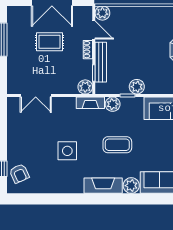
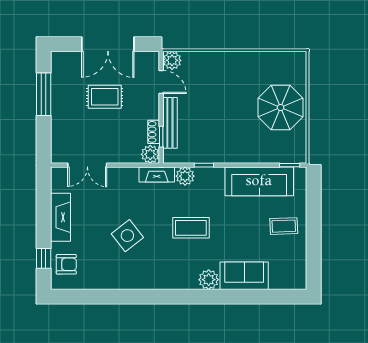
shoe rack: (88, 50) -> (154, 132), moved
plant: (137, 87) -> (216, 154), removed
side table: (67, 151) -> (127, 236), turned -38
armchair: (19, 173) -> (66, 264), turned -65
fireplace: (103, 186) -> (61, 217), moved, turned 90

